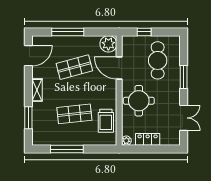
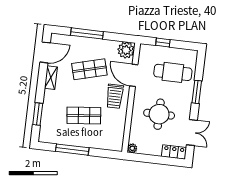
cafe table: (158, 60) -> (173, 72), turned 90
shelving: (37, 90) -> (51, 78), moved
round table: (139, 101) -> (159, 114), moved
trolley: (106, 121) -> (115, 96), moved
locker: (148, 139) -> (174, 152), moved

